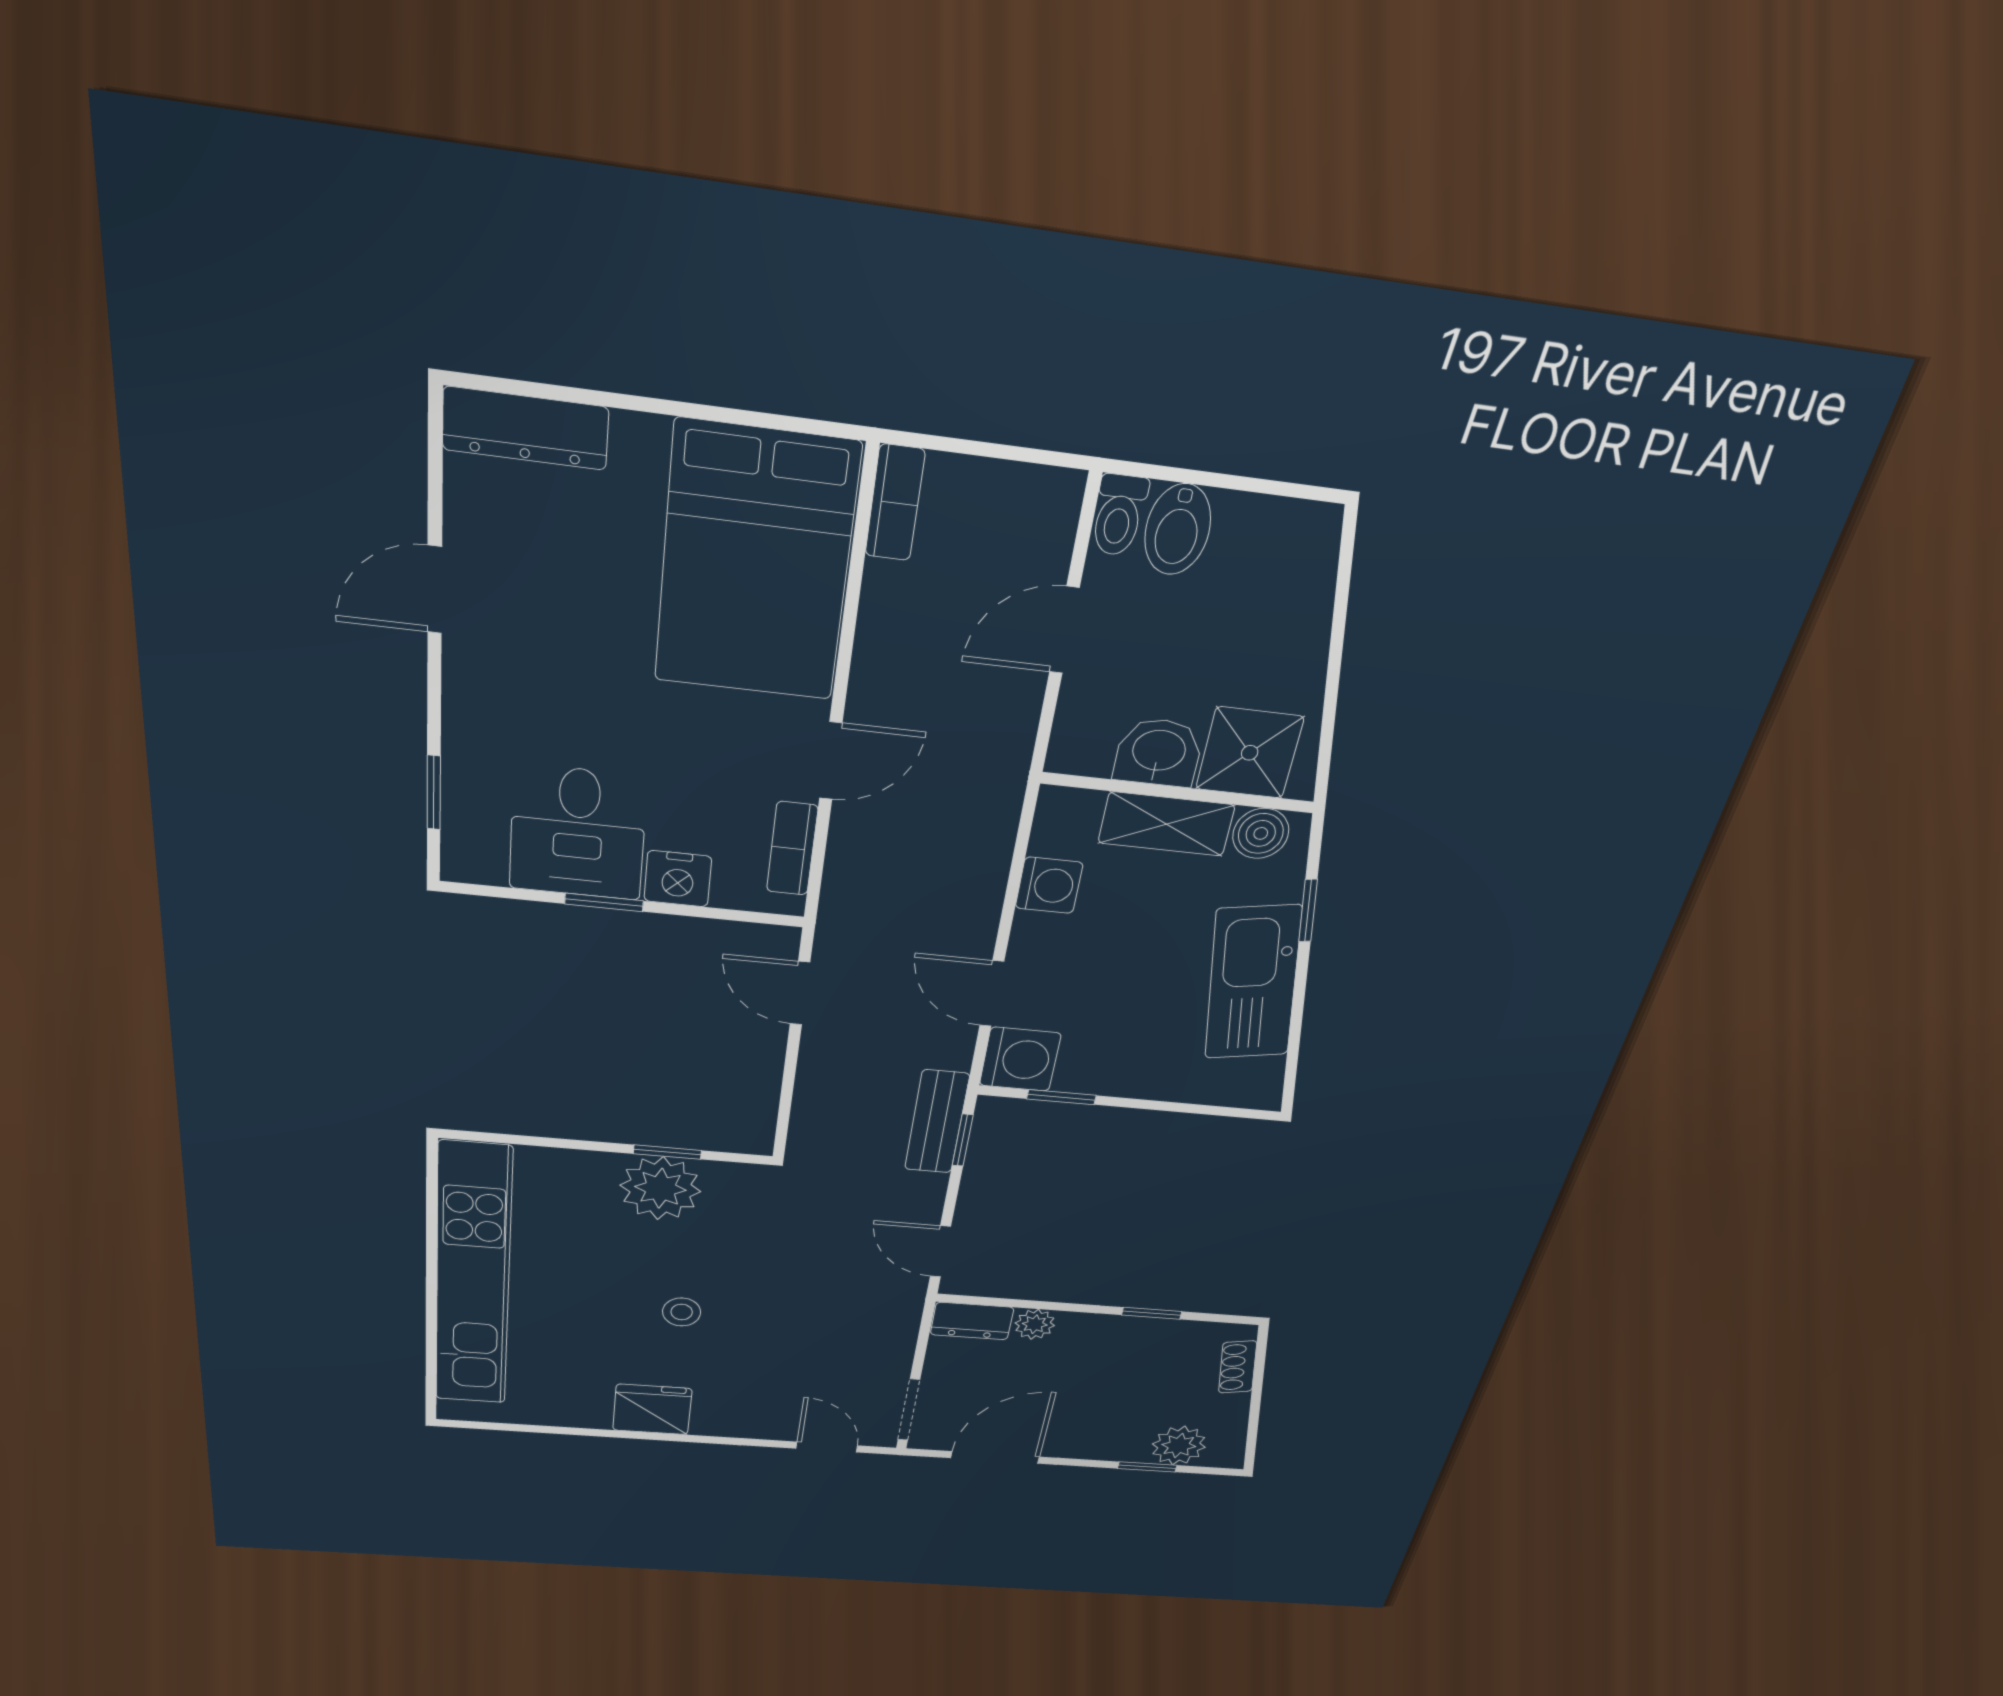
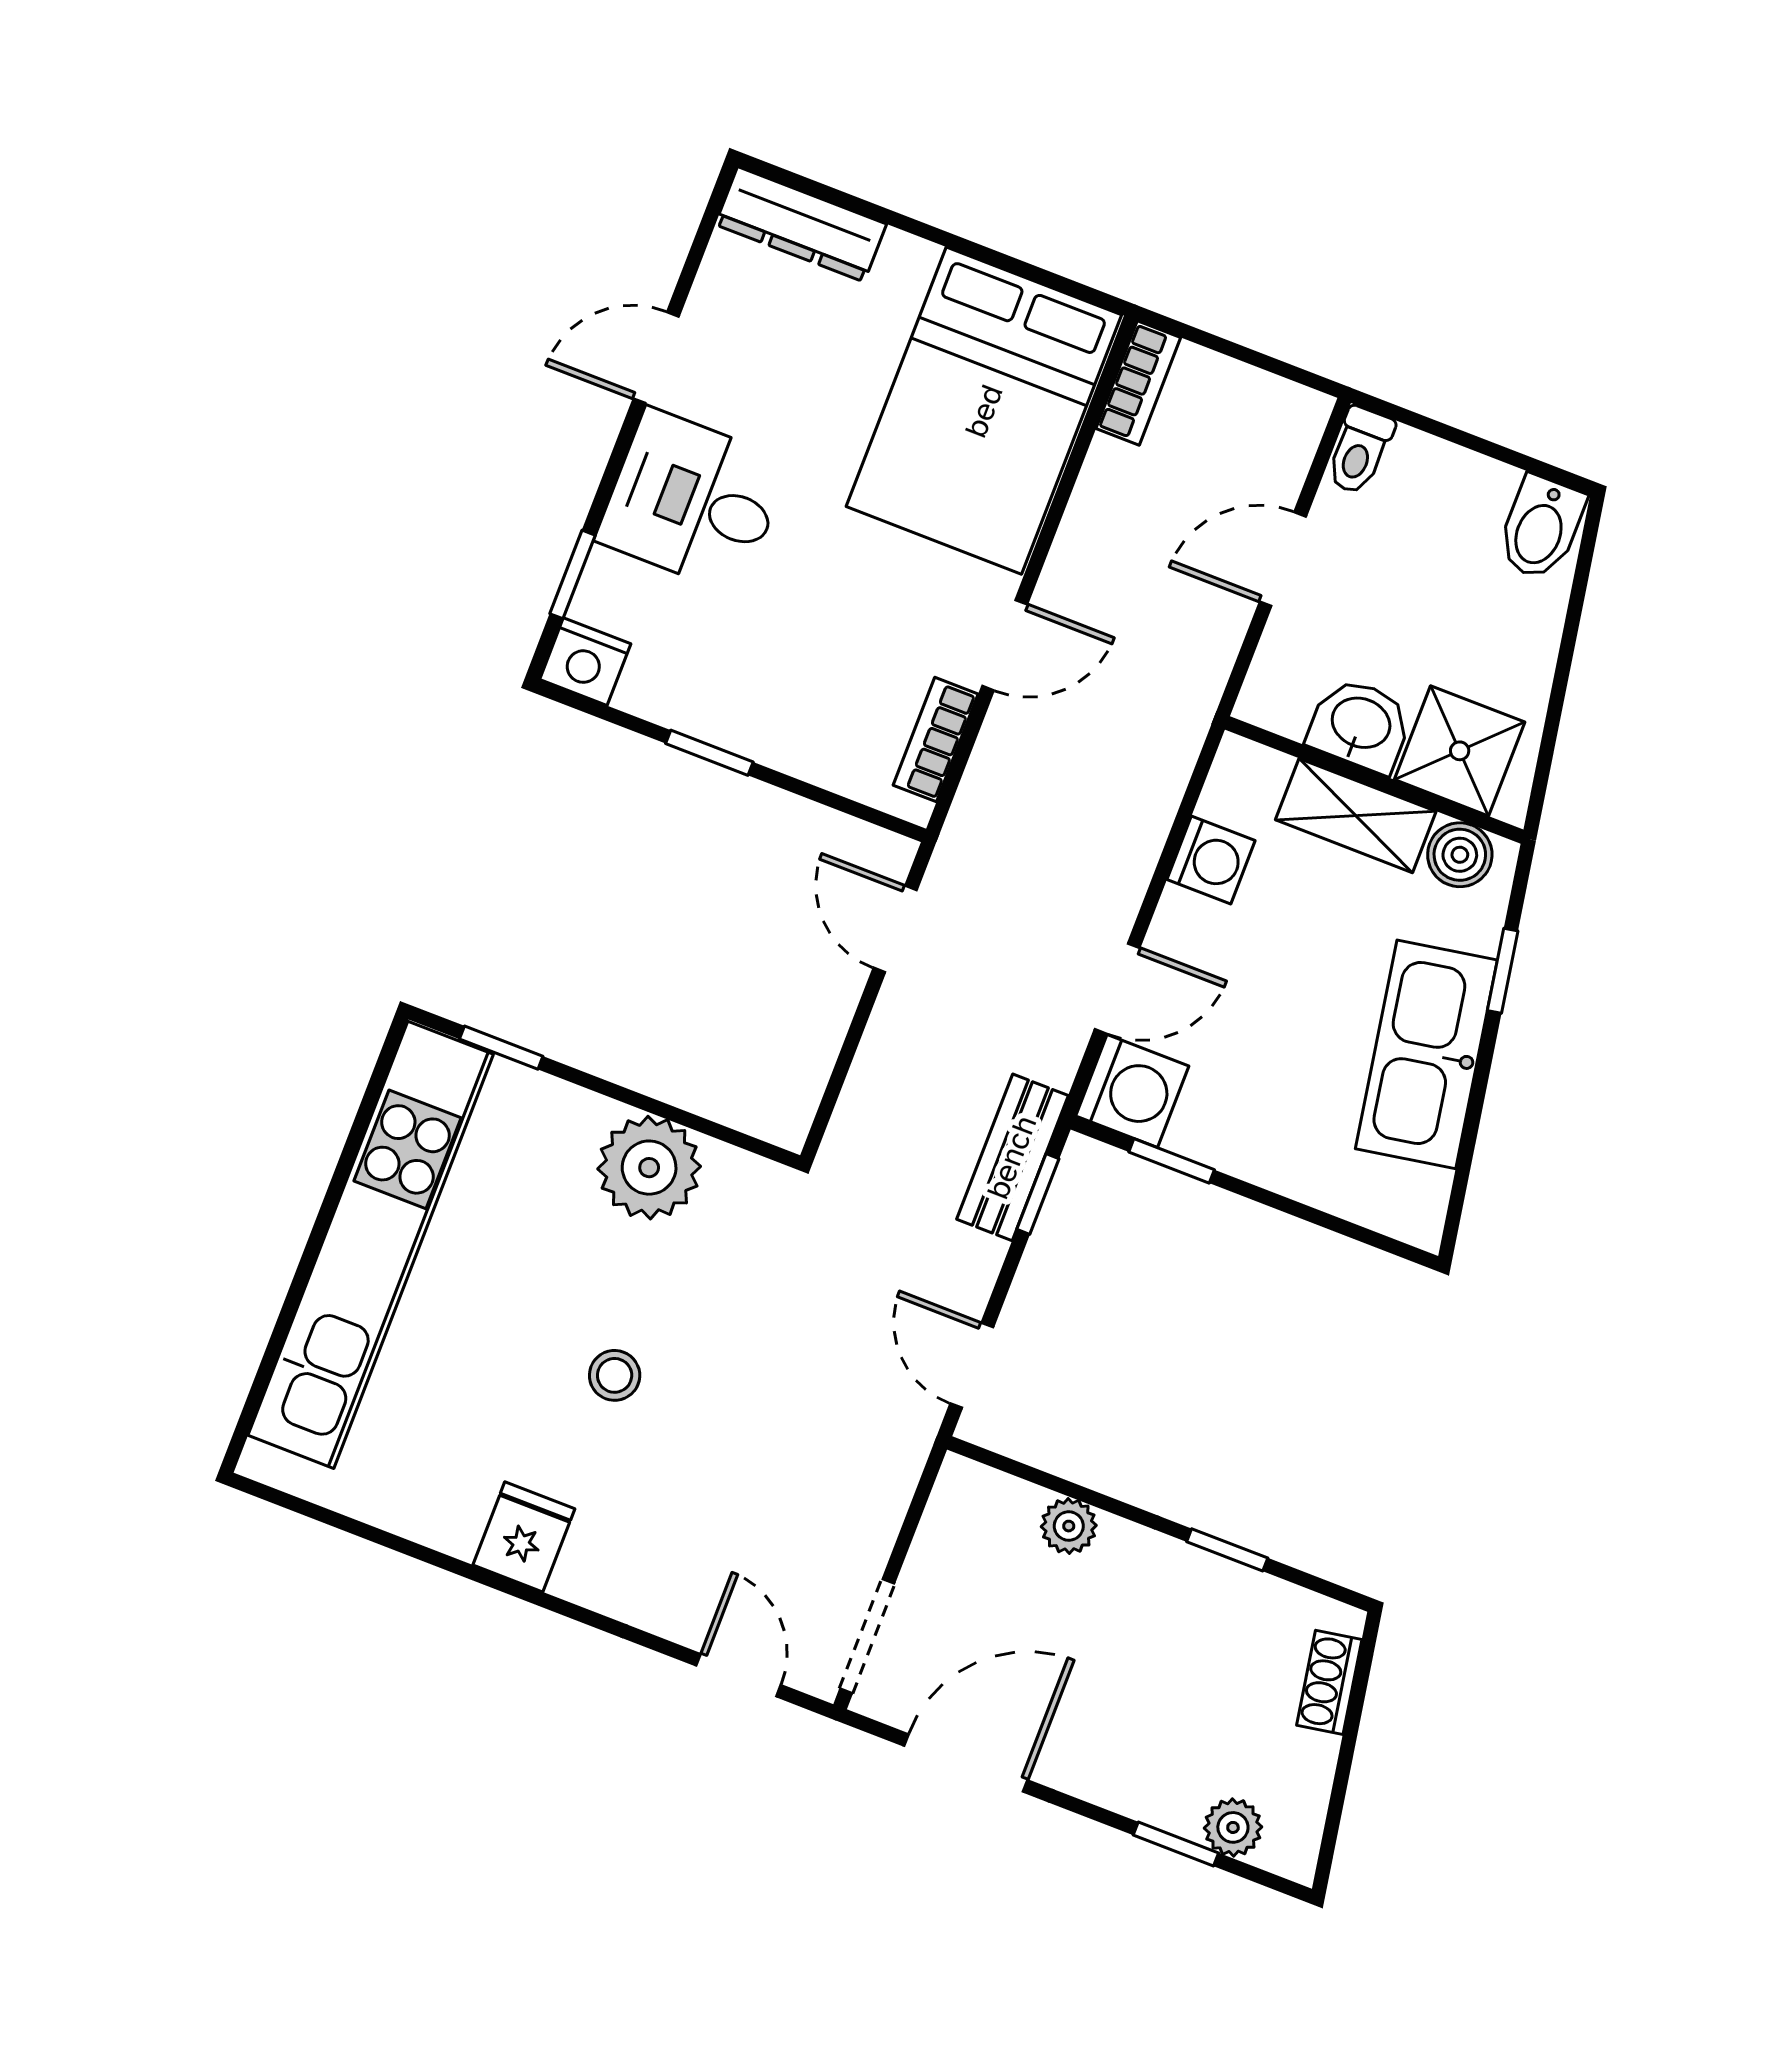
bidet: (1178, 529) -> (1541, 528), moved
desk: (578, 833) -> (693, 501), moved, turned 90
nightstand: (678, 879) -> (585, 662), moved
door: (992, 994) -> (1117, 988), swing flipped
window: (667, 1152) -> (501, 1048), moved
dresser: (972, 1321) -> (987, 1497), removed
fridge: (652, 1409) -> (524, 1537), width x0.72
plant: (1179, 1446) -> (1233, 1827), width x0.73, depth x0.73

